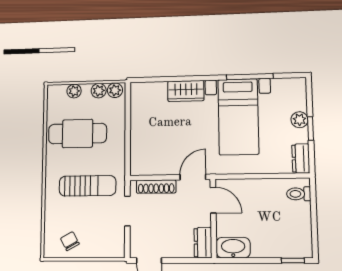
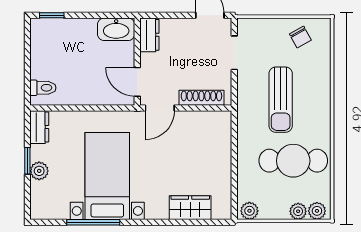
plant: (99, 91) -> (317, 211), moved
wardrobe: (186, 91) -> (190, 208), moved
sun lounger: (88, 186) -> (281, 100), turned -90
doorway: (127, 211) -> (234, 53), moved

